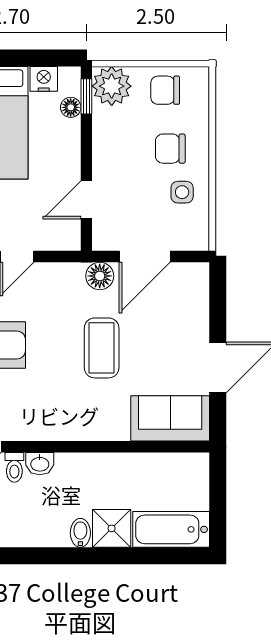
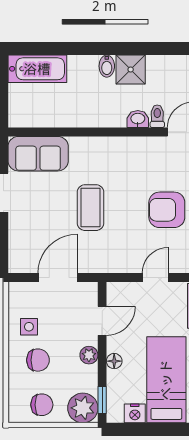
floor lamp: (71, 107) -> (114, 361), moved
plant: (104, 155) -> (89, 355), added
floor lamp: (100, 276) -> (92, 263), removed
shower: (112, 528) -> (131, 70), moved

